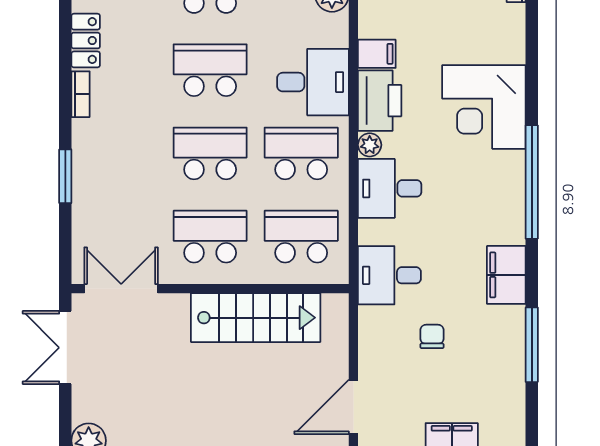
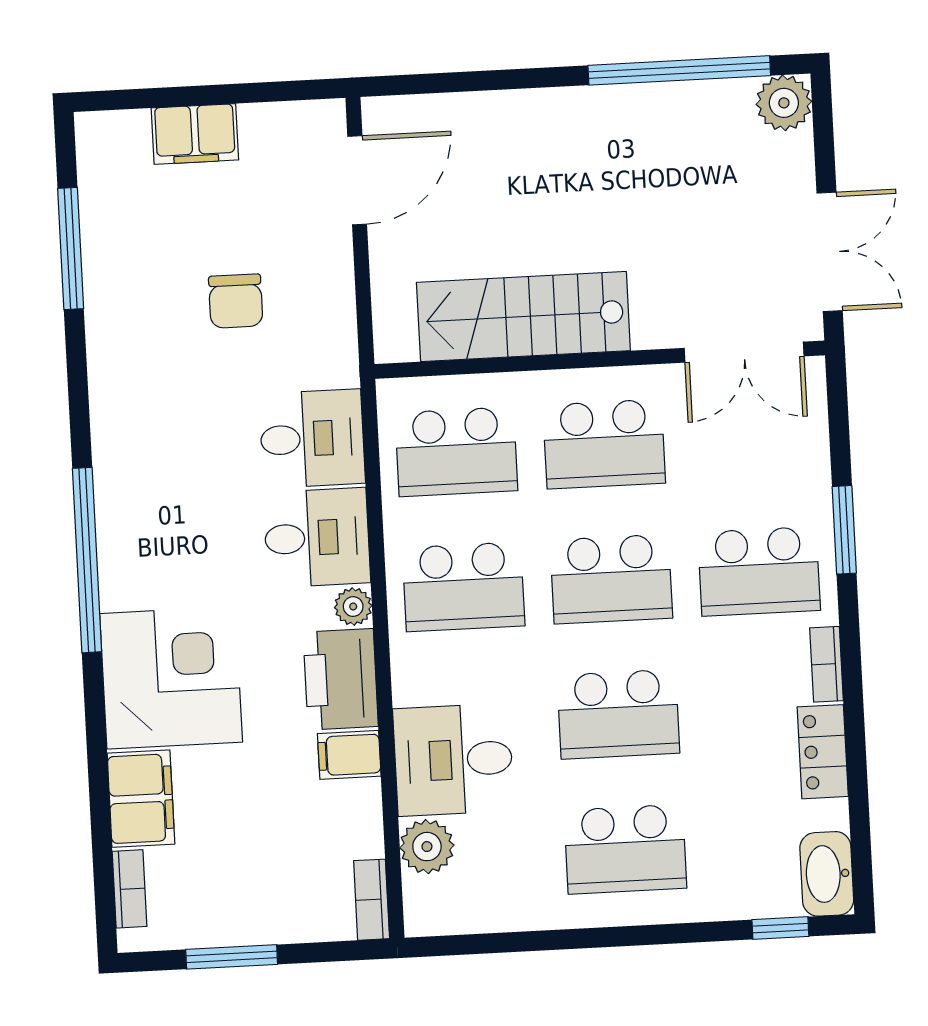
desk: (313, 82) -> (453, 760), moved
school desk: (119, 153) -> (759, 571), added
desk: (389, 275) -> (312, 439), moved
filing cabinet: (506, 275) -> (141, 799), moved
chair: (432, 336) -> (236, 301), width x1.37, depth x1.37
window: (532, 345) -> (71, 248), moved

